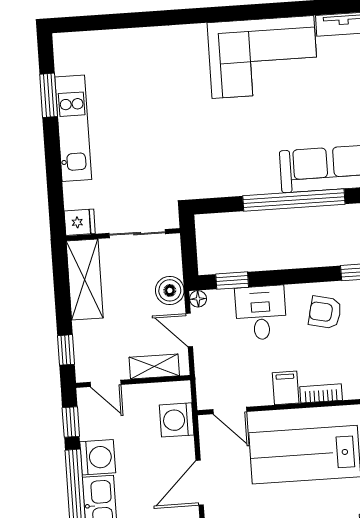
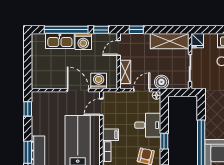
window: (232, 281) -> (164, 141), moved
door: (200, 483) -> (78, 90), moved

